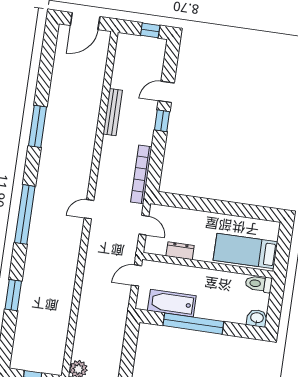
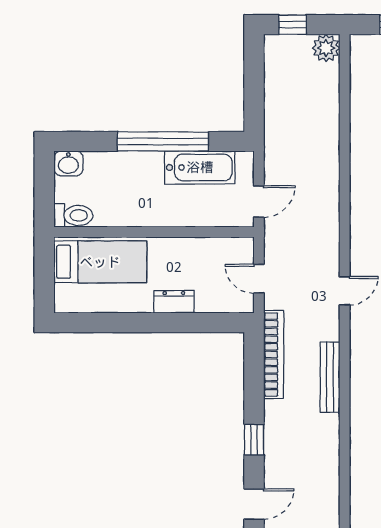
door: (166, 92) -> (254, 504), moved
bench: (113, 112) -> (330, 377), moved
dresser: (180, 251) -> (174, 302), moved, turned 180

